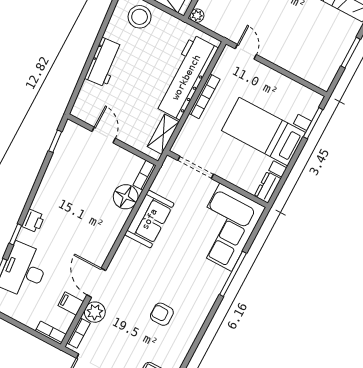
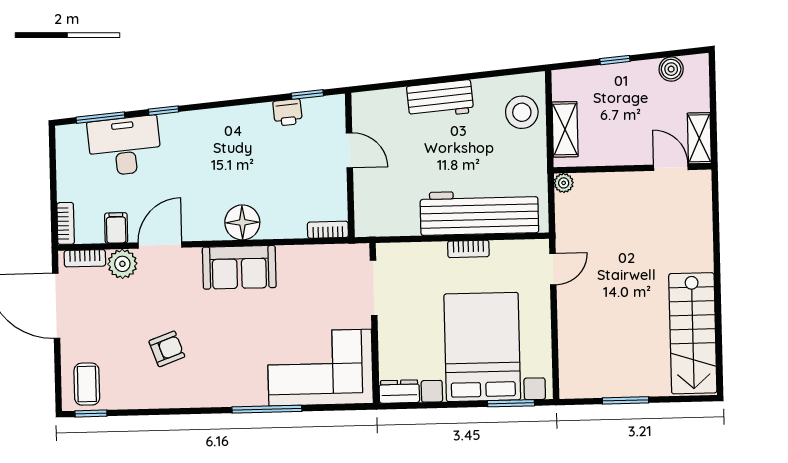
bookcase: (204, 96) -> (468, 249), width x0.64
bed with nightstands: (264, 132) -> (482, 347), width x1.36
shelving: (163, 134) -> (392, 224), removed
door: (104, 135) -> (349, 150), hinge flipped
floor lamp: (126, 197) -> (242, 222), moved
sofa: (149, 219) -> (239, 267), moved
printer: (33, 221) -> (288, 112), moved
armchair: (162, 314) -> (167, 349), turned 70

